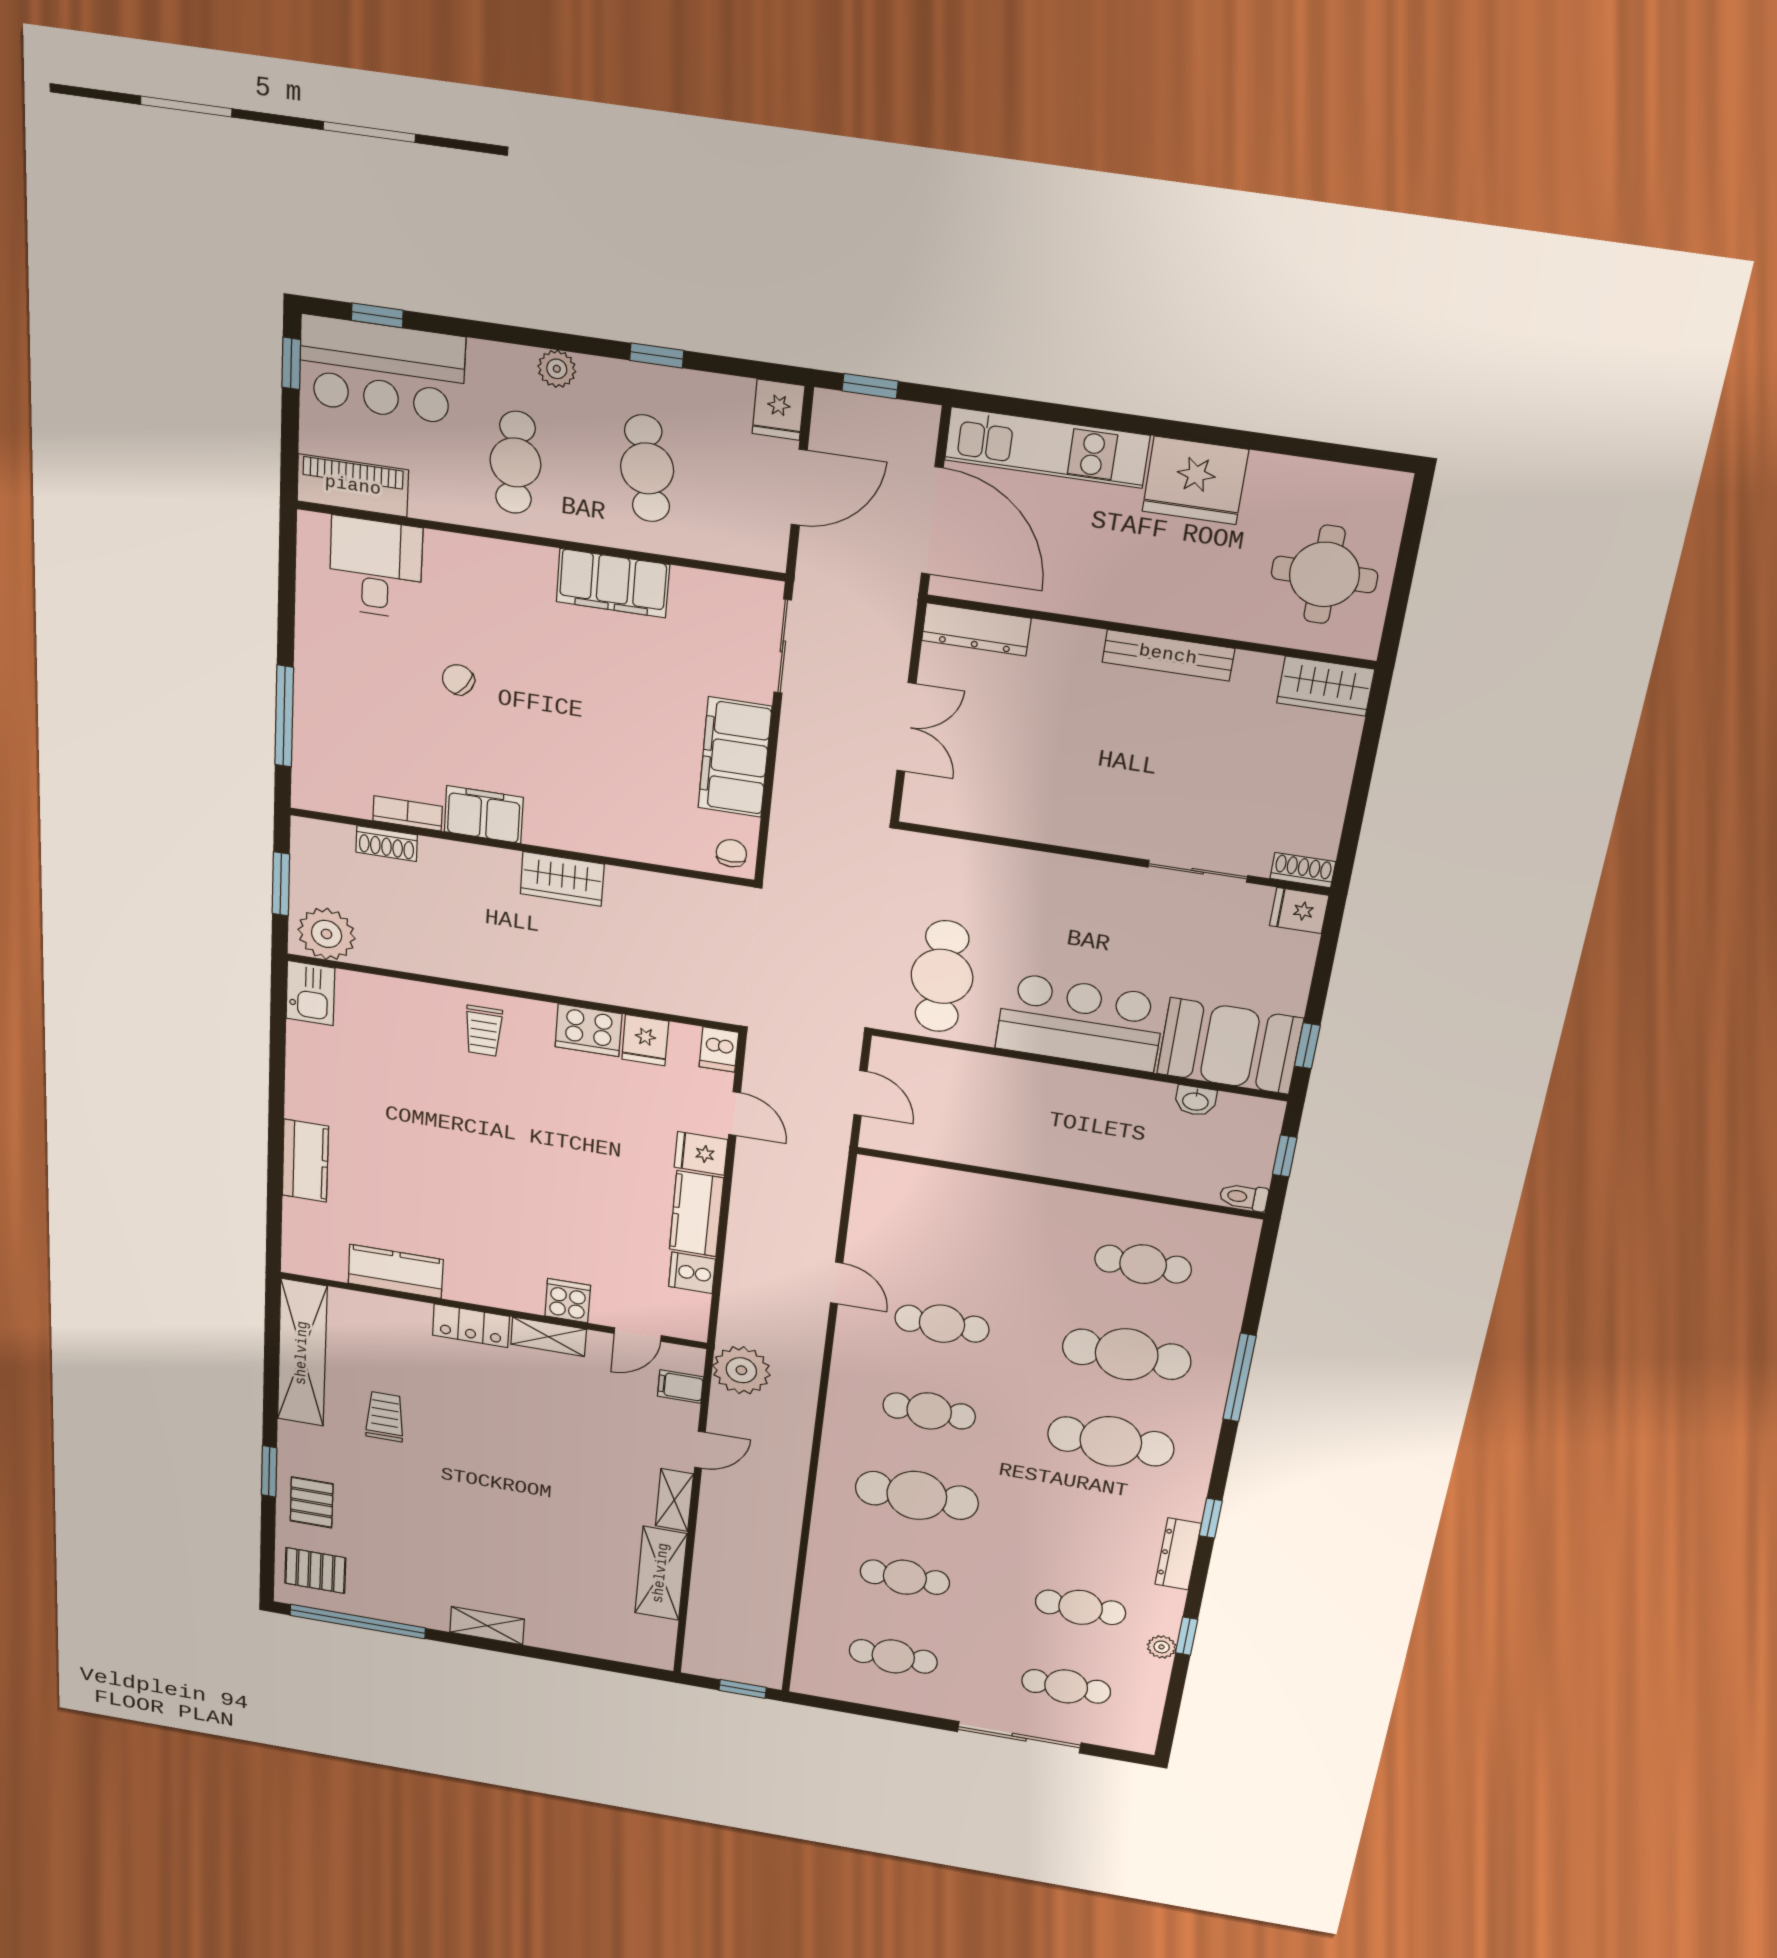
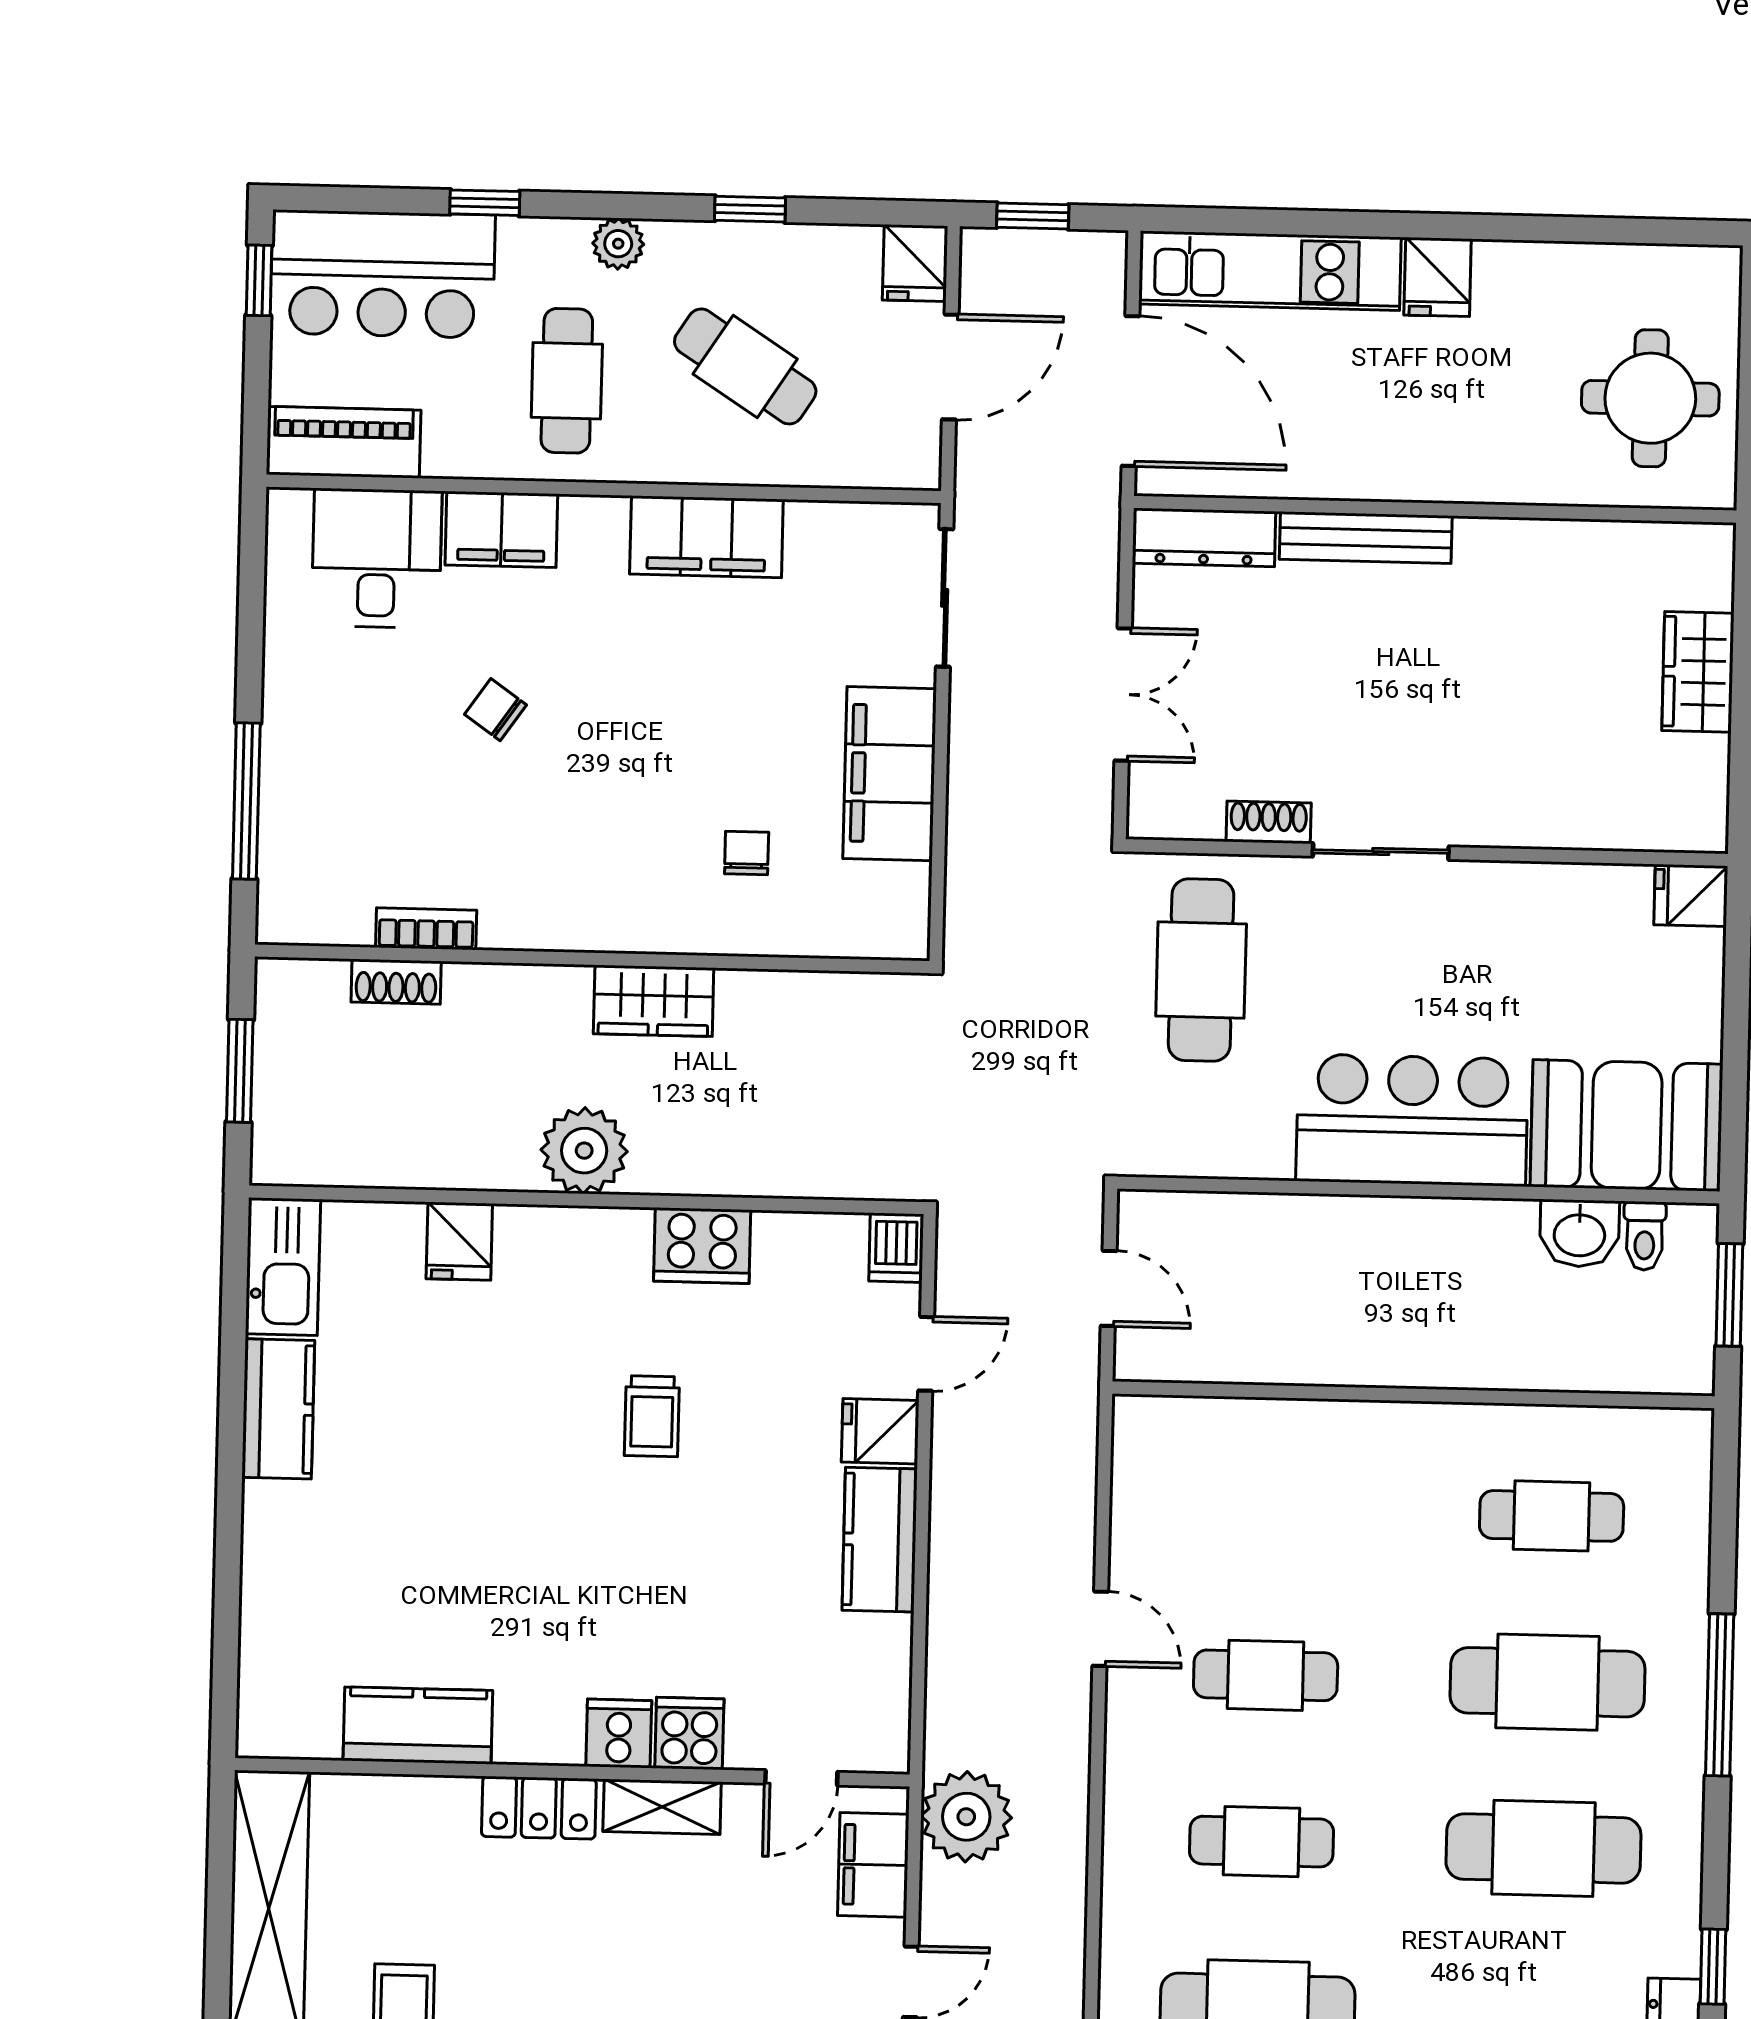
window: (377, 315) -> (485, 203), moved
cafe table: (647, 468) -> (745, 366), turned -47
fridge: (1195, 480) -> (1438, 277), width x0.53, depth x0.75
bench: (1168, 655) -> (1366, 538), moved
wardrobe: (1326, 686) -> (1698, 672), moved, turned 90
filing cabinet: (484, 815) -> (501, 529), moved, turned 180
chair: (731, 853) -> (747, 853), moved
shoe rack: (1303, 870) -> (1269, 822), moved
sliding door: (1198, 871) -> (1381, 852), moved
plant: (327, 934) -> (584, 1151), moved
cafe table: (942, 976) -> (1201, 970), moved
kitchen sink: (310, 993) -> (283, 1267), width x1.38
trolley: (484, 1031) -> (652, 1416), moved
fridge: (645, 1040) -> (459, 1241), moved
window: (1307, 1046) -> (1734, 1108), removed
washbasin: (1196, 1101) -> (1579, 1233), width x1.38, depth x1.45
door: (735, 1114) -> (926, 1354), hinge flipped
window: (1285, 1156) -> (1729, 1295), width x1.50
kitchen counter: (305, 1161) -> (278, 1409), moved
toilet: (1244, 1197) -> (1645, 1236), moved, turned -90
cooker: (692, 1273) -> (619, 1734), moved, turned 90
filing cabinet: (680, 1387) -> (873, 1865), width x2.00

